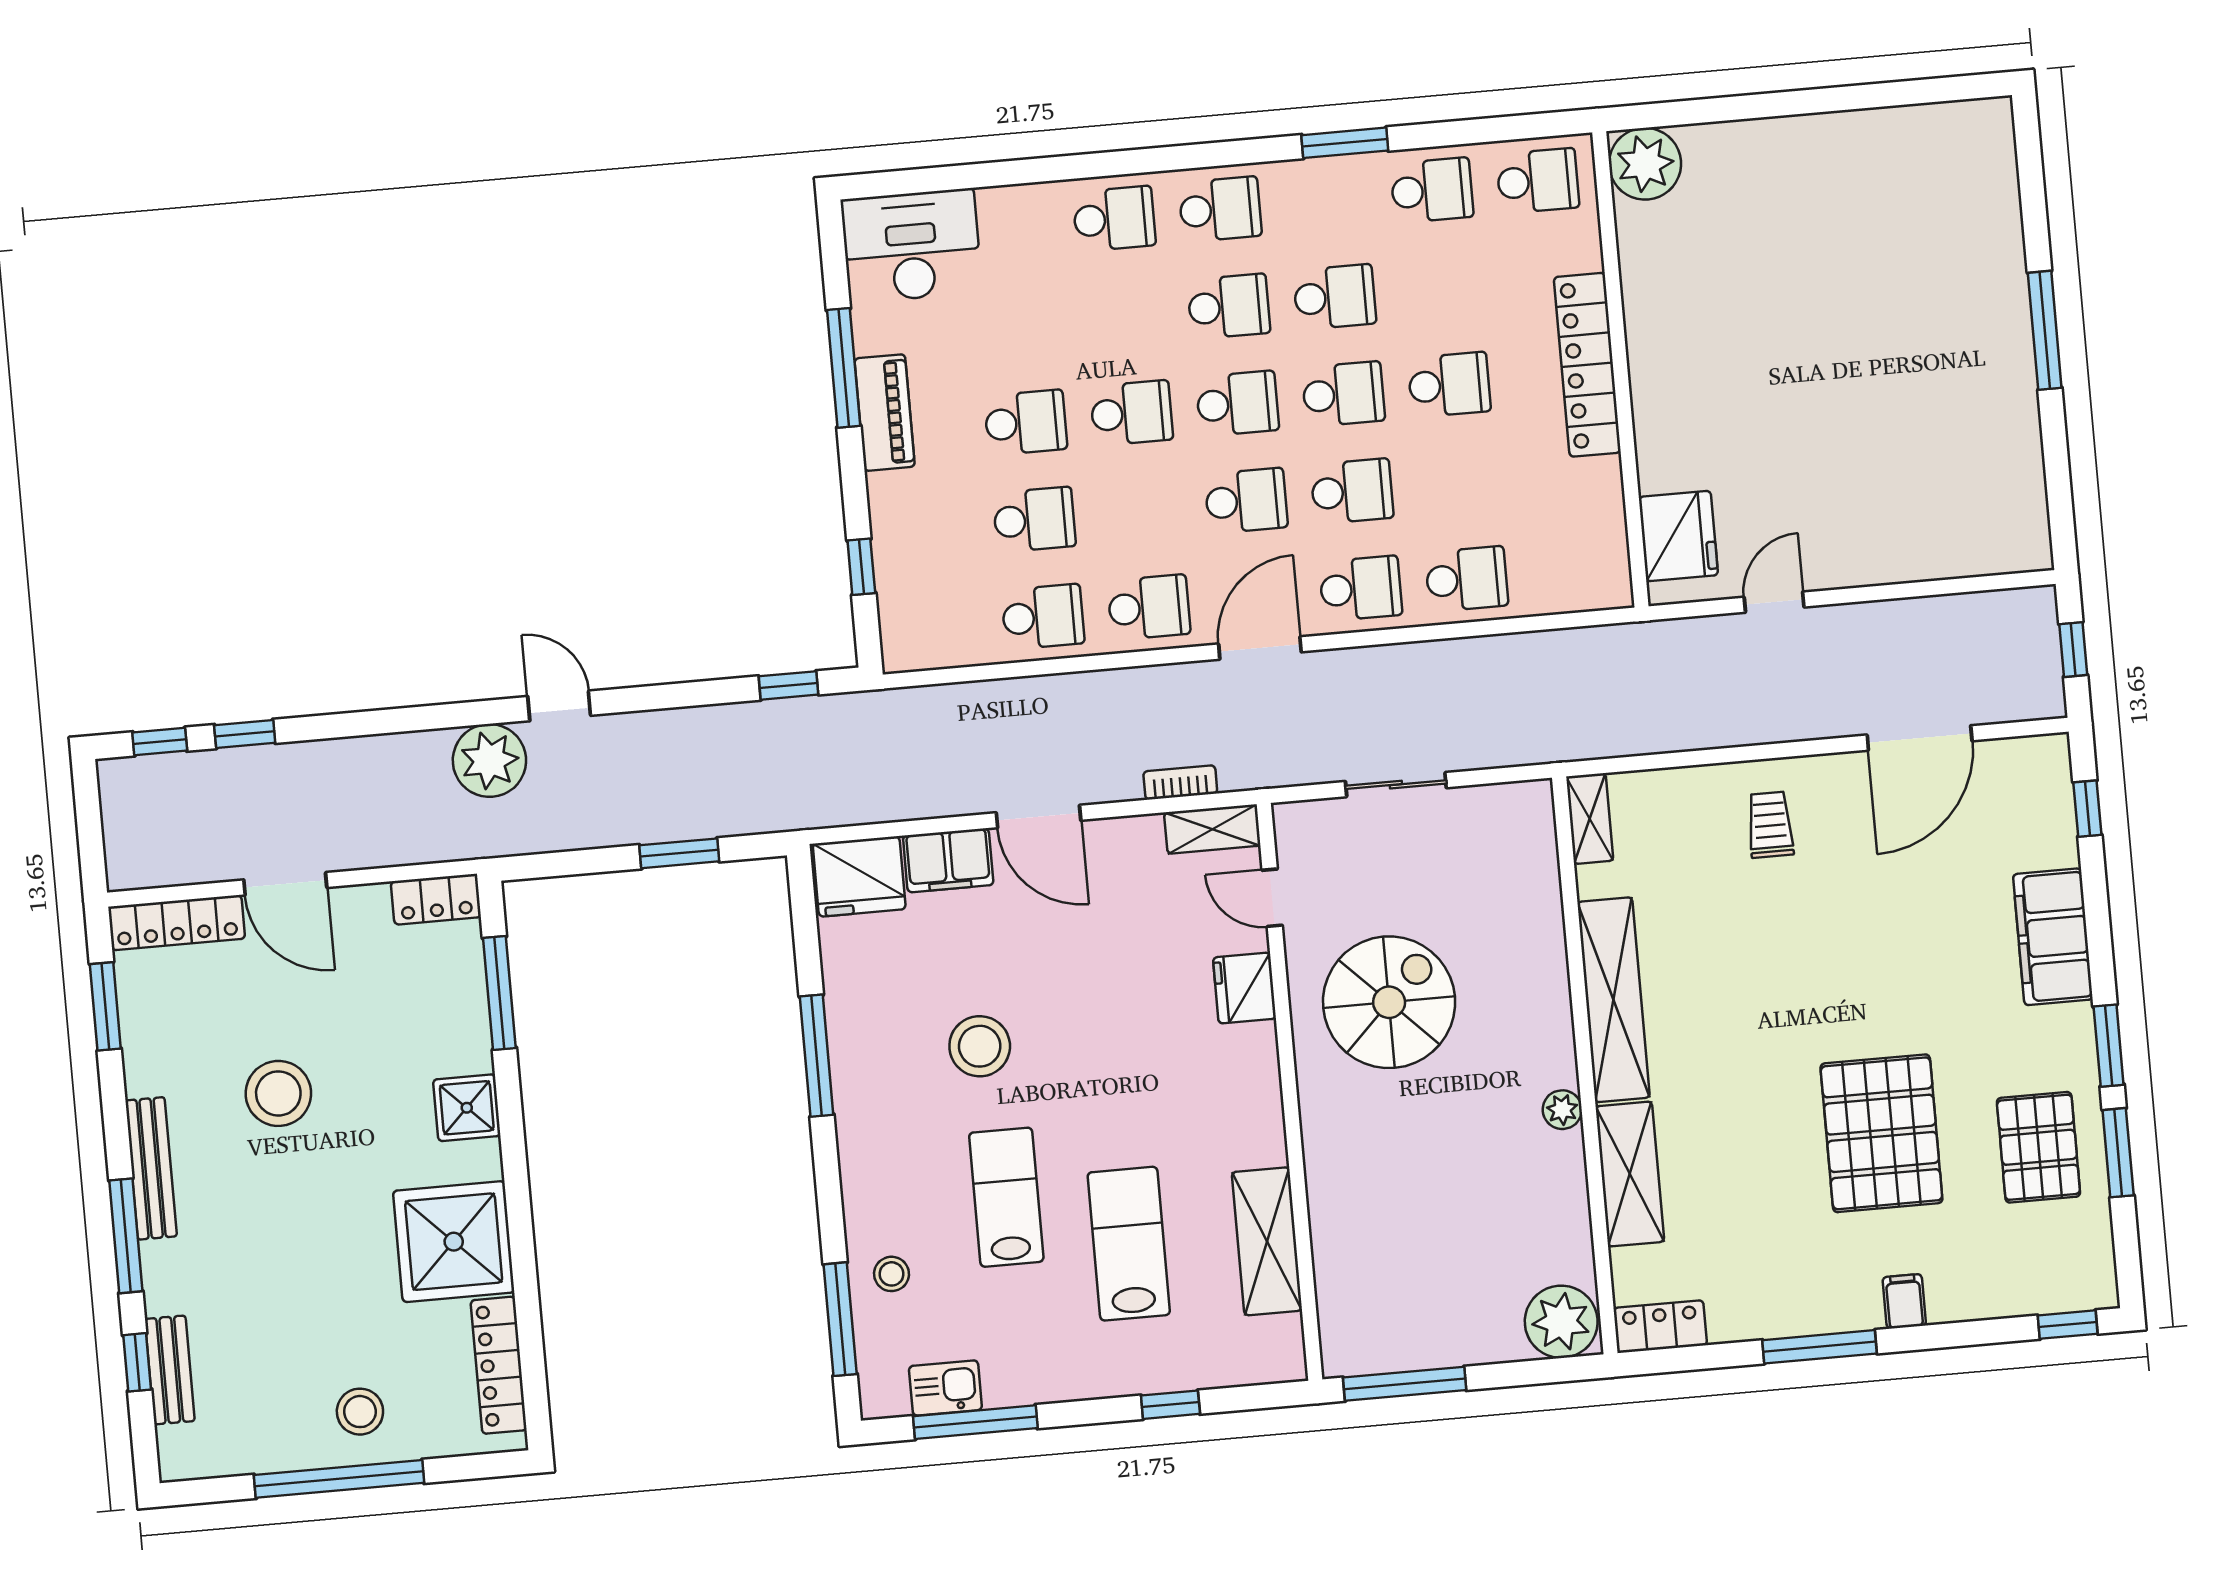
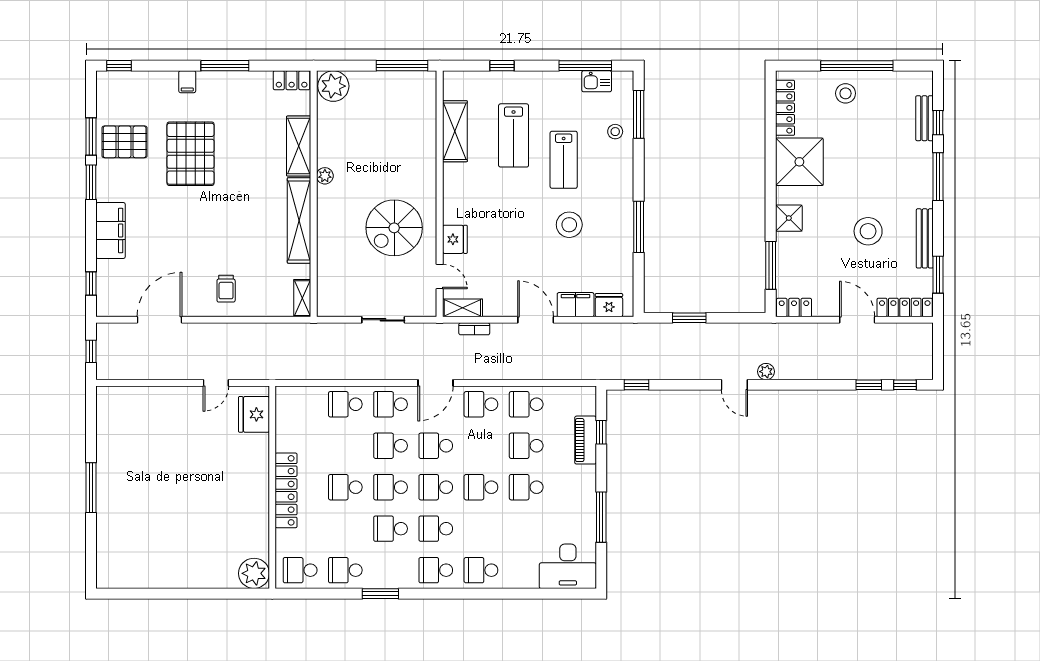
piano: (885, 413) -> (586, 440), moved
plant: (489, 760) -> (766, 372), width x0.53, depth x0.53
fridge: (859, 876) -> (609, 305), width x0.73, depth x0.75
pallet: (2038, 1147) -> (125, 142), turned 90
bench: (151, 1168) -> (925, 238), moved

